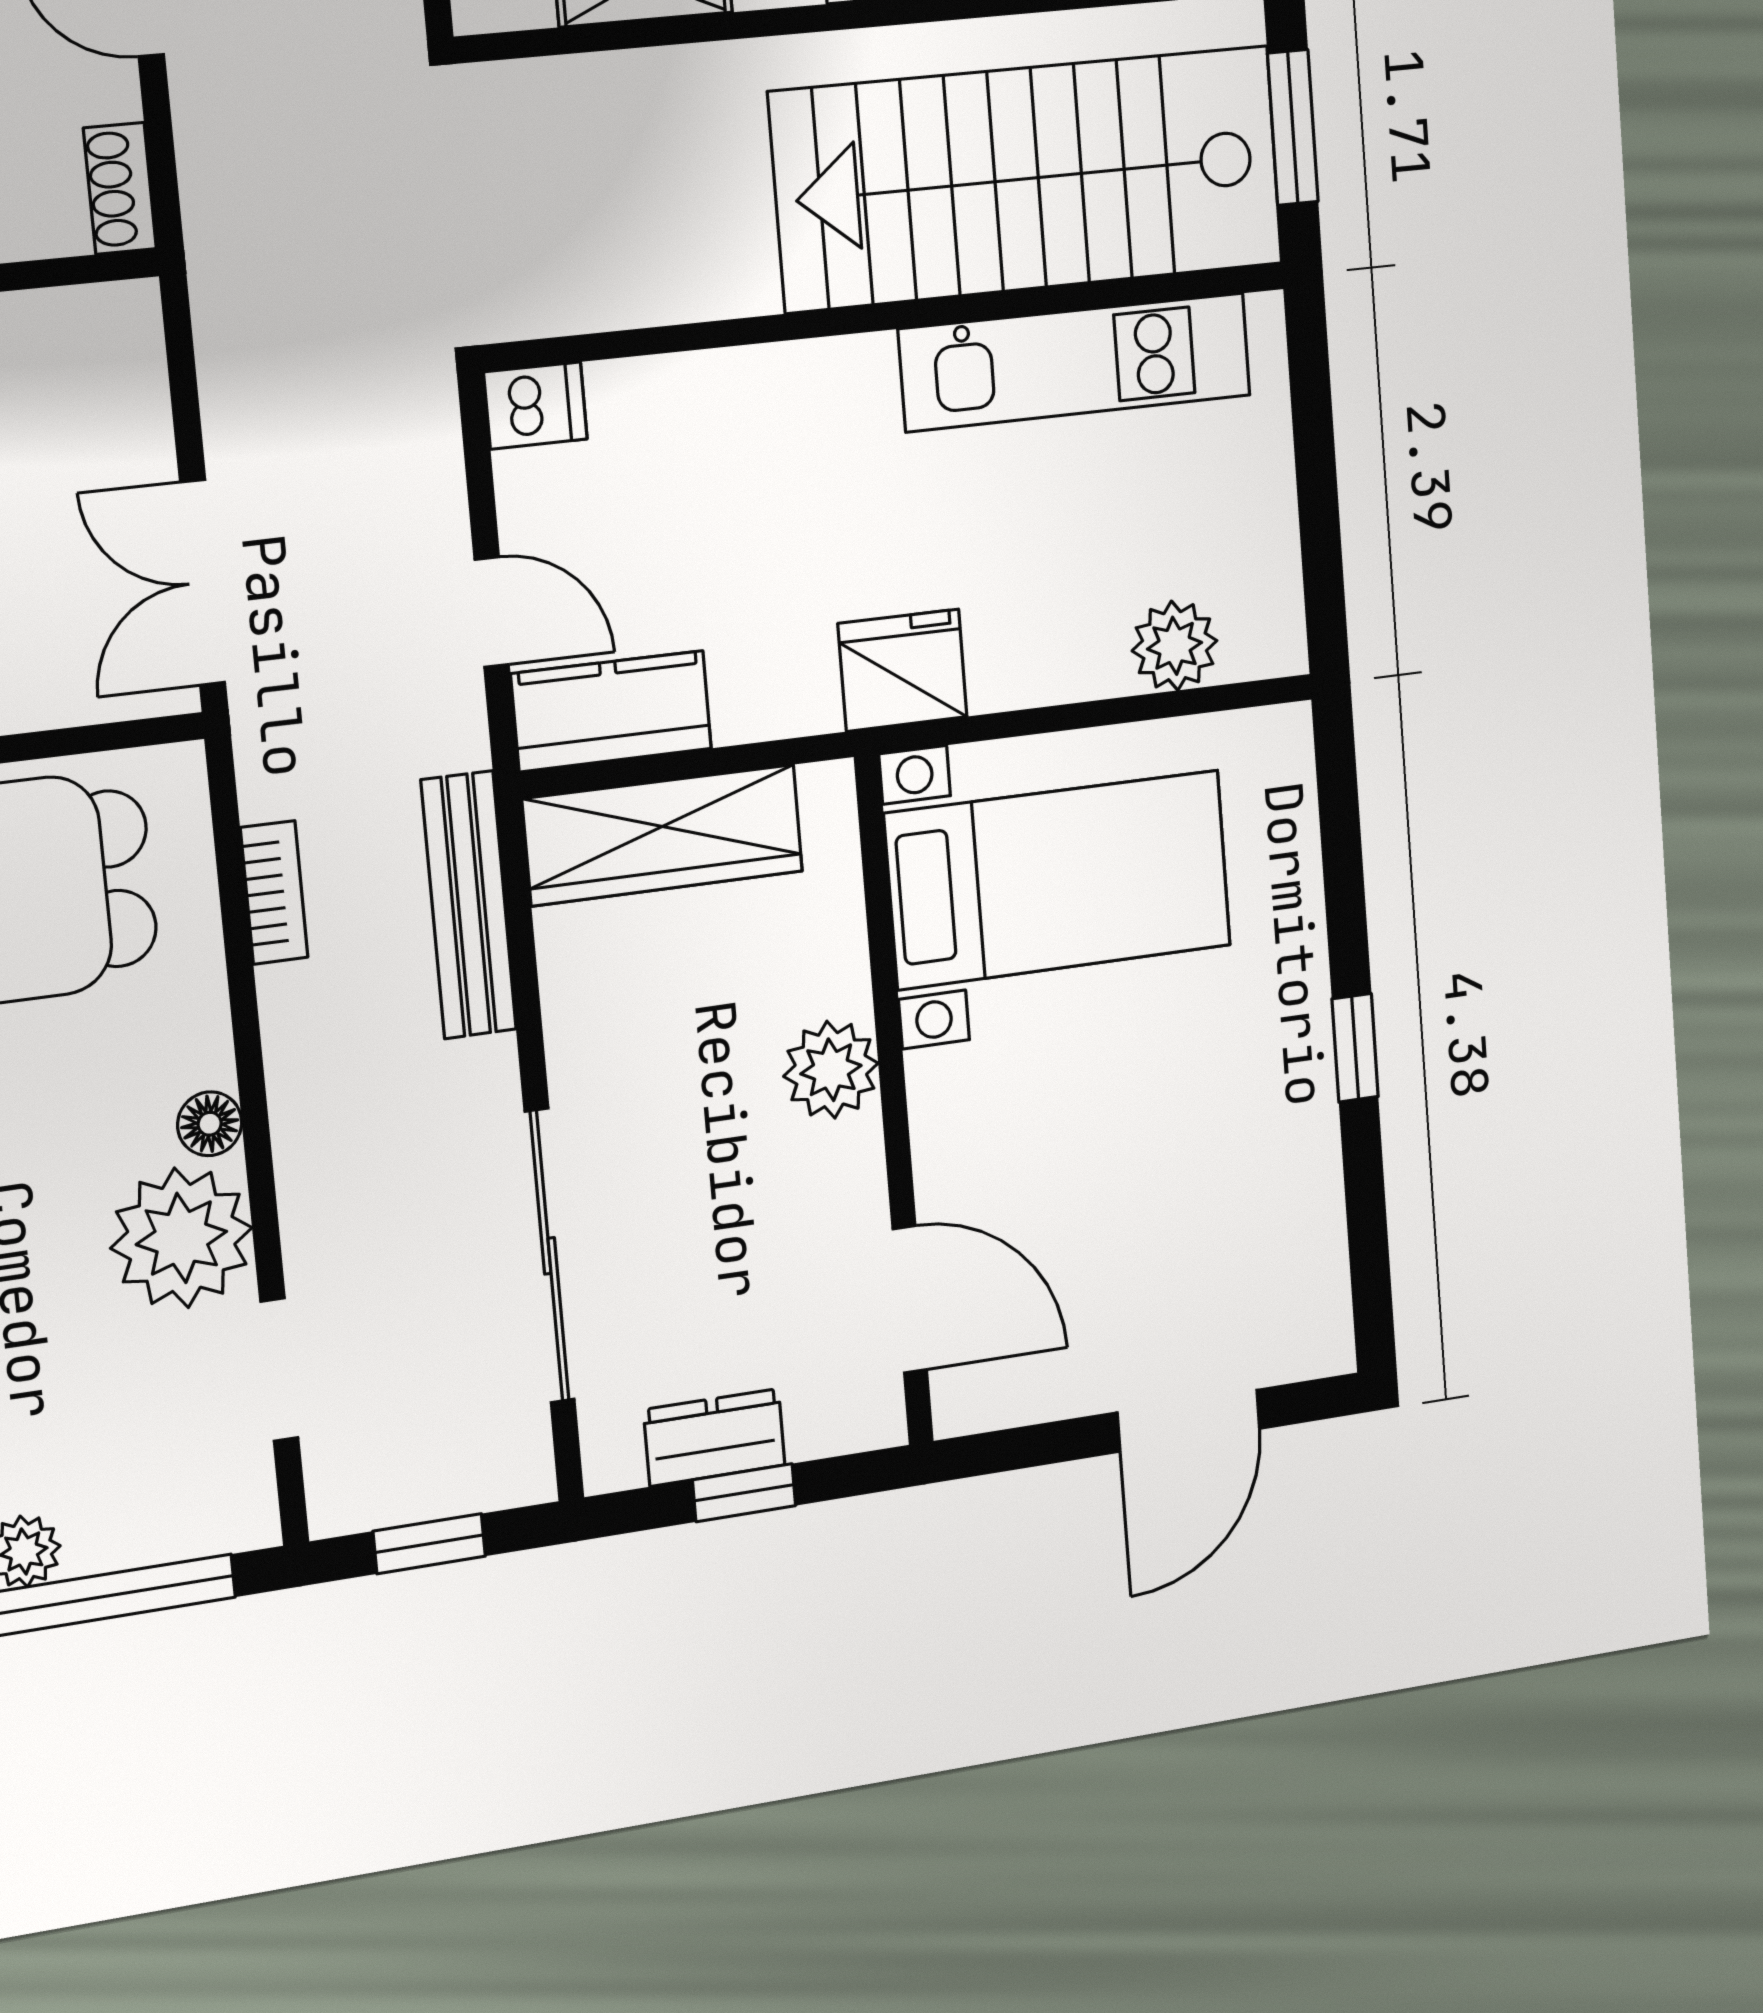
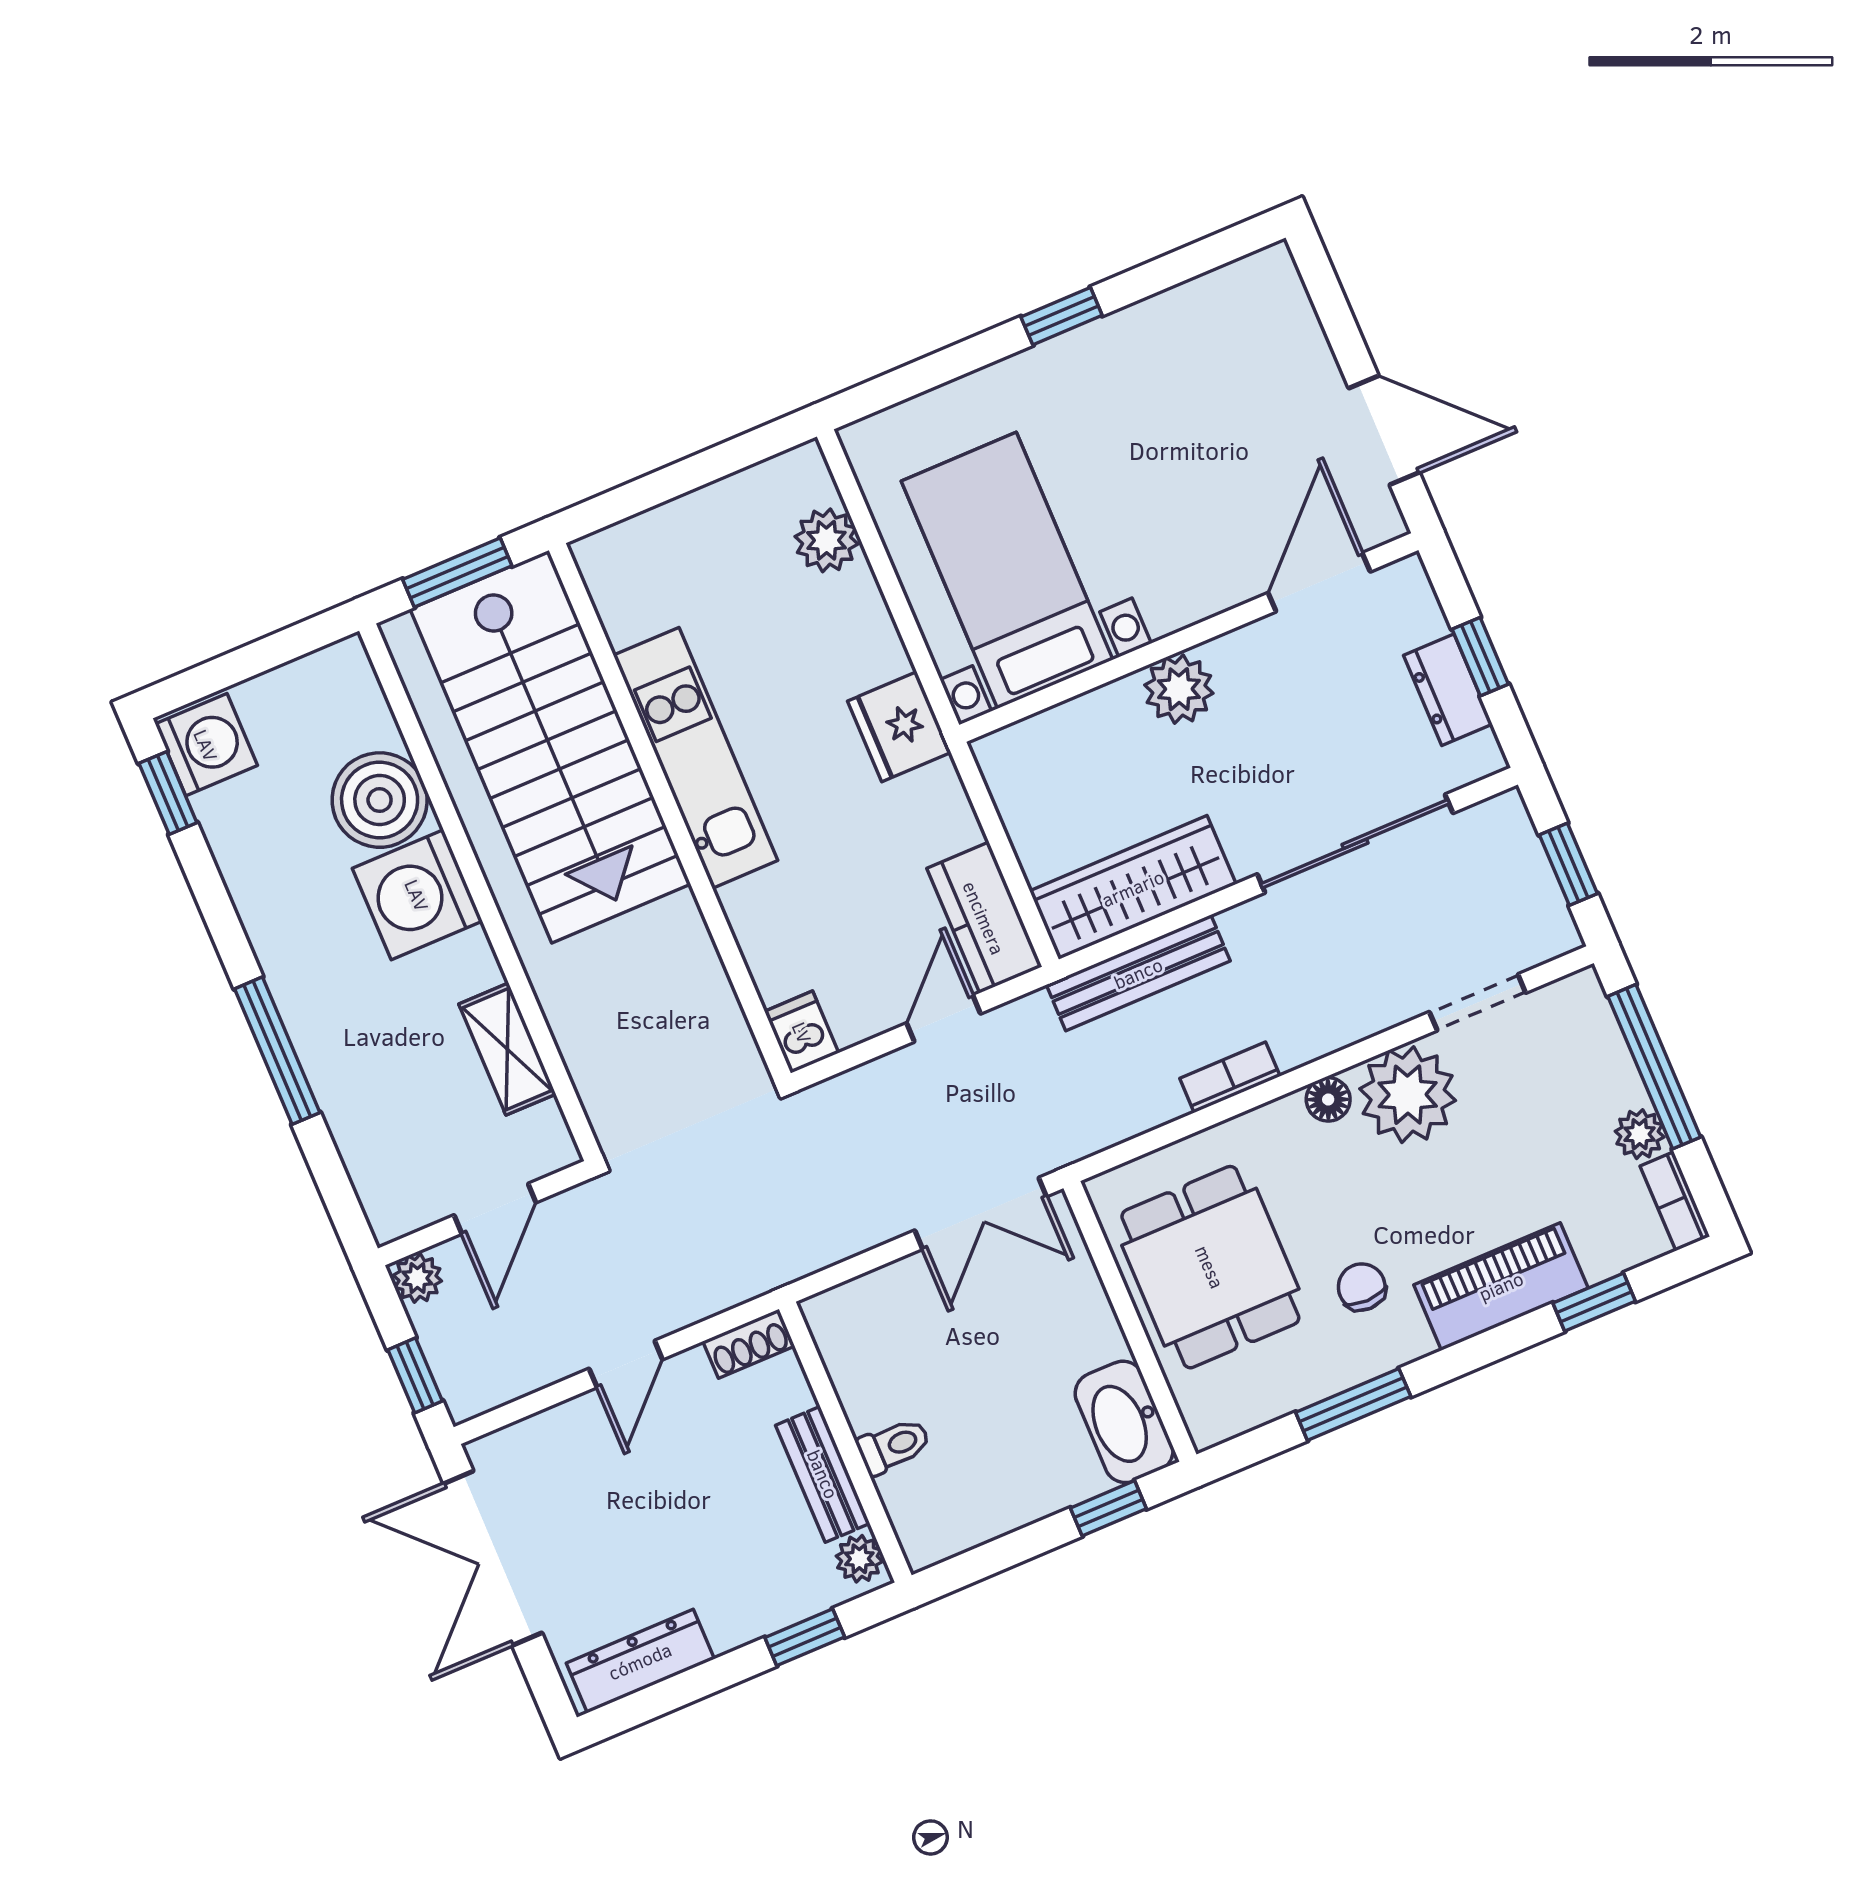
kitchen unit: (1075, 362) -> (696, 758), moved
wardrobe: (663, 835) -> (1133, 888), moved, turned -90
bookcase: (274, 892) -> (1230, 1077), moved
door: (1189, 1421) -> (1384, 430), moved

